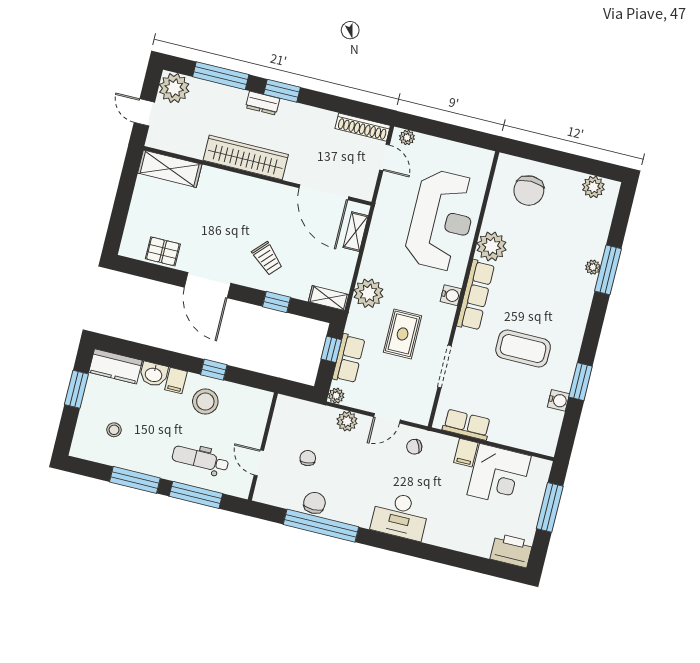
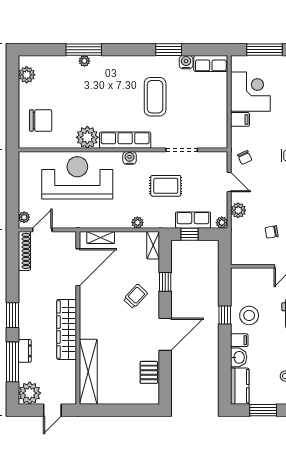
dresser: (263, 103) -> (25, 351), moved
shelving: (170, 169) -> (88, 372), width x1.47
plant: (368, 293) -> (137, 223), width x0.53, depth x0.53
row of seats: (467, 425) -> (211, 63), moved, turned -90

